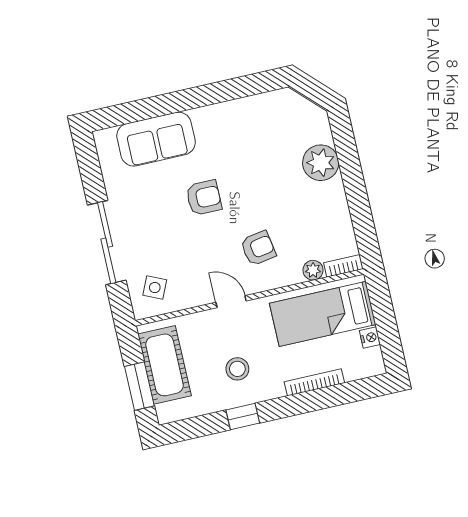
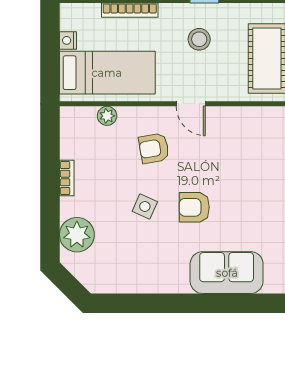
plant: (321, 163) -> (77, 235), moved
bookcase: (343, 266) -> (67, 178), moved, turned -90
side table: (155, 288) -> (145, 206), moved

